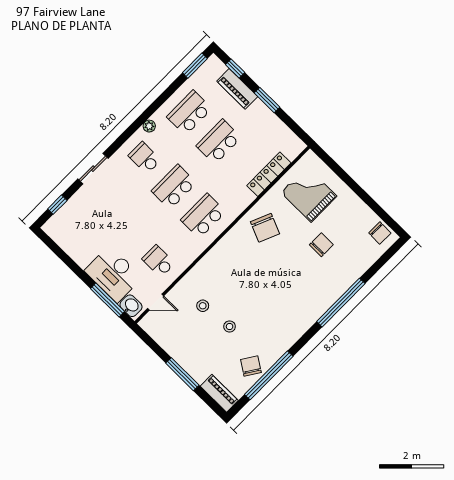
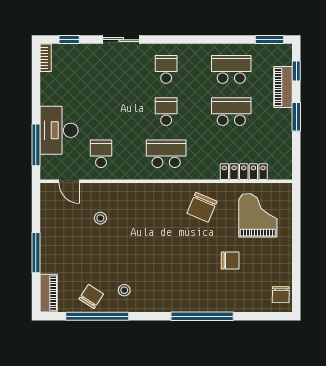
plant: (149, 126) -> (193, 50), removed
school desk: (174, 187) -> (166, 112), width x0.54
bookcase: (54, 234) -> (46, 58), added
washbasin: (131, 306) -> (49, 166), removed
stool: (230, 327) -> (124, 290), moved

